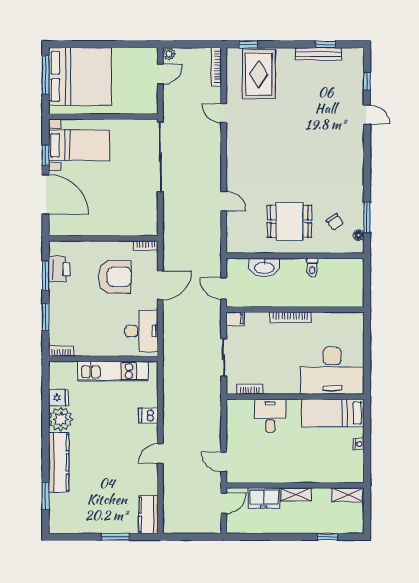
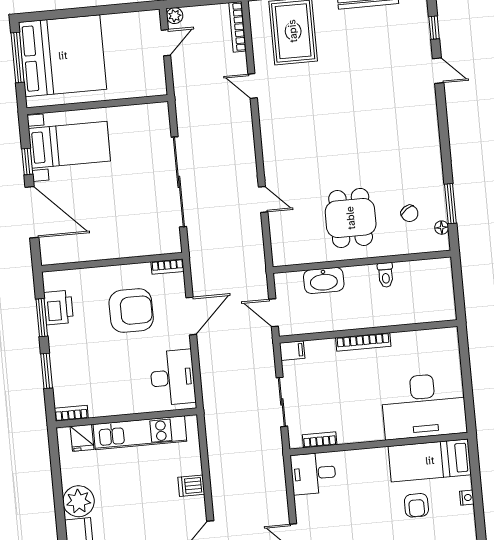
sliding door: (160, 157) -> (179, 182), moved
dining table: (289, 221) -> (351, 218), turned 90
fridge: (58, 398) -> (82, 438), moved, turned 90
desk: (270, 416) -> (313, 473), moved, turned -90
armchair: (320, 446) -> (416, 505), added

